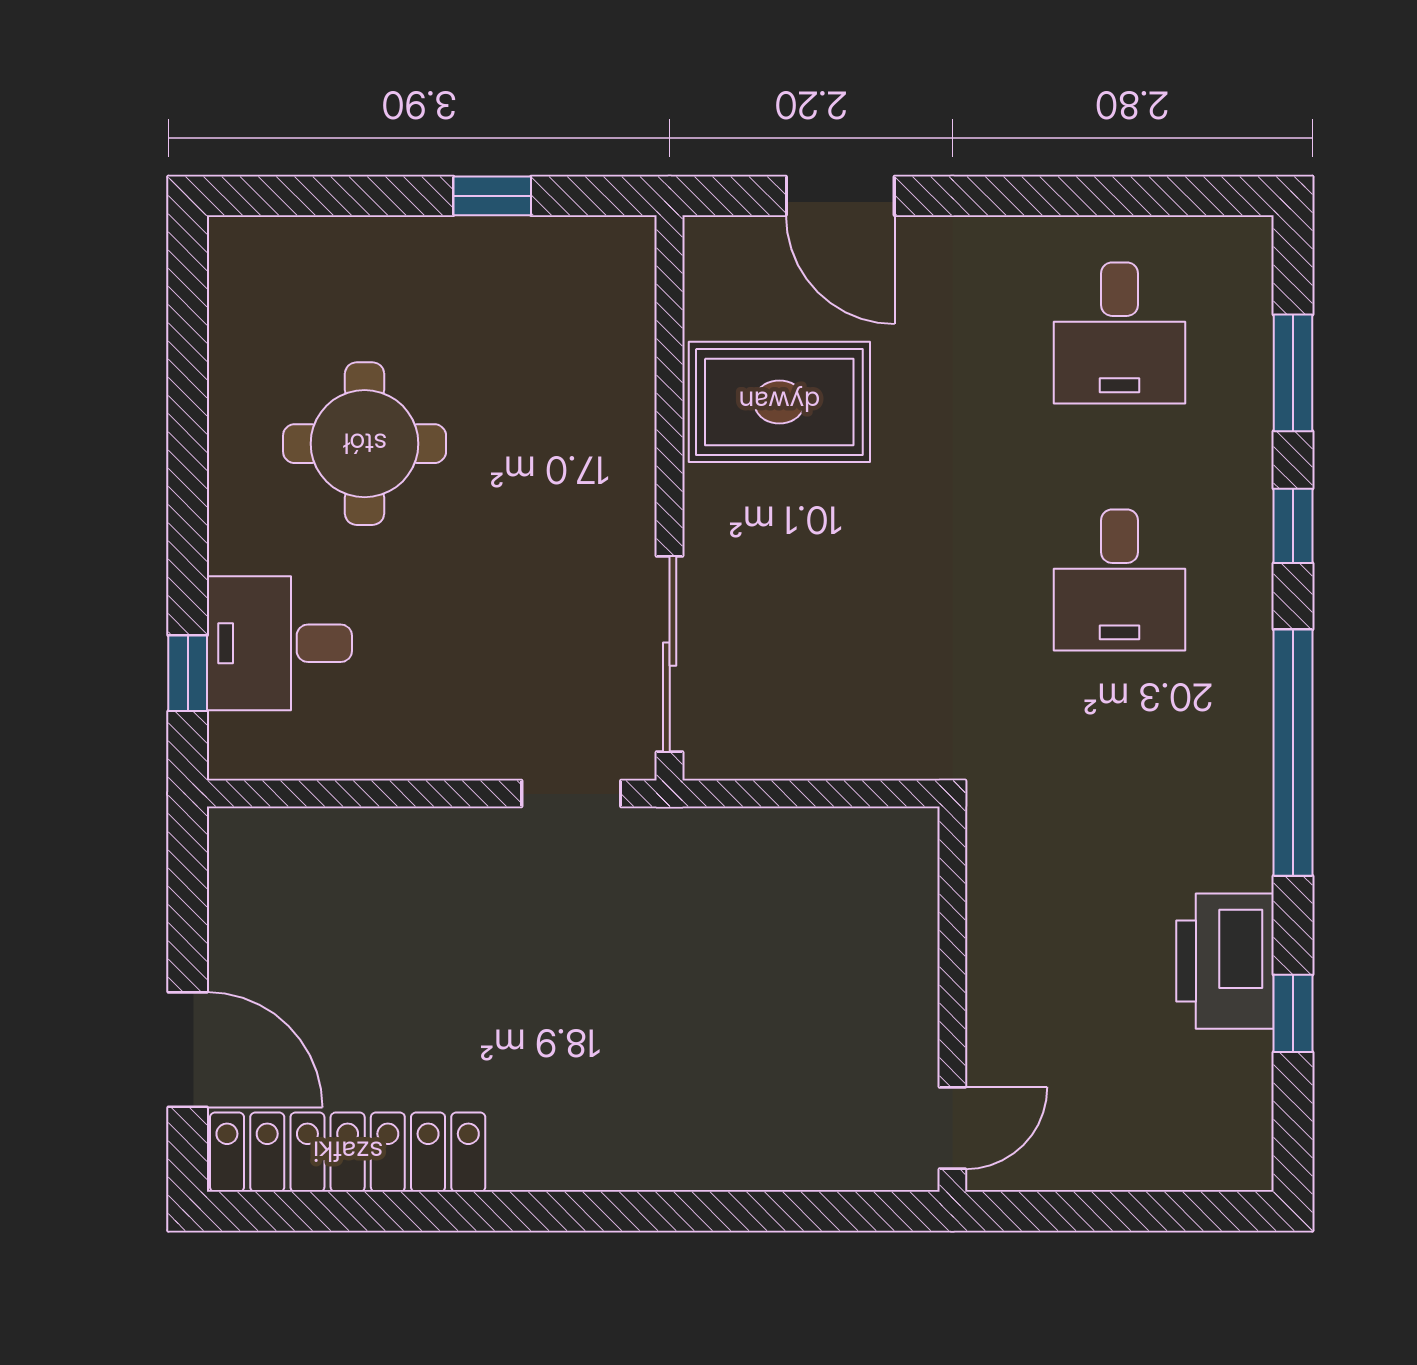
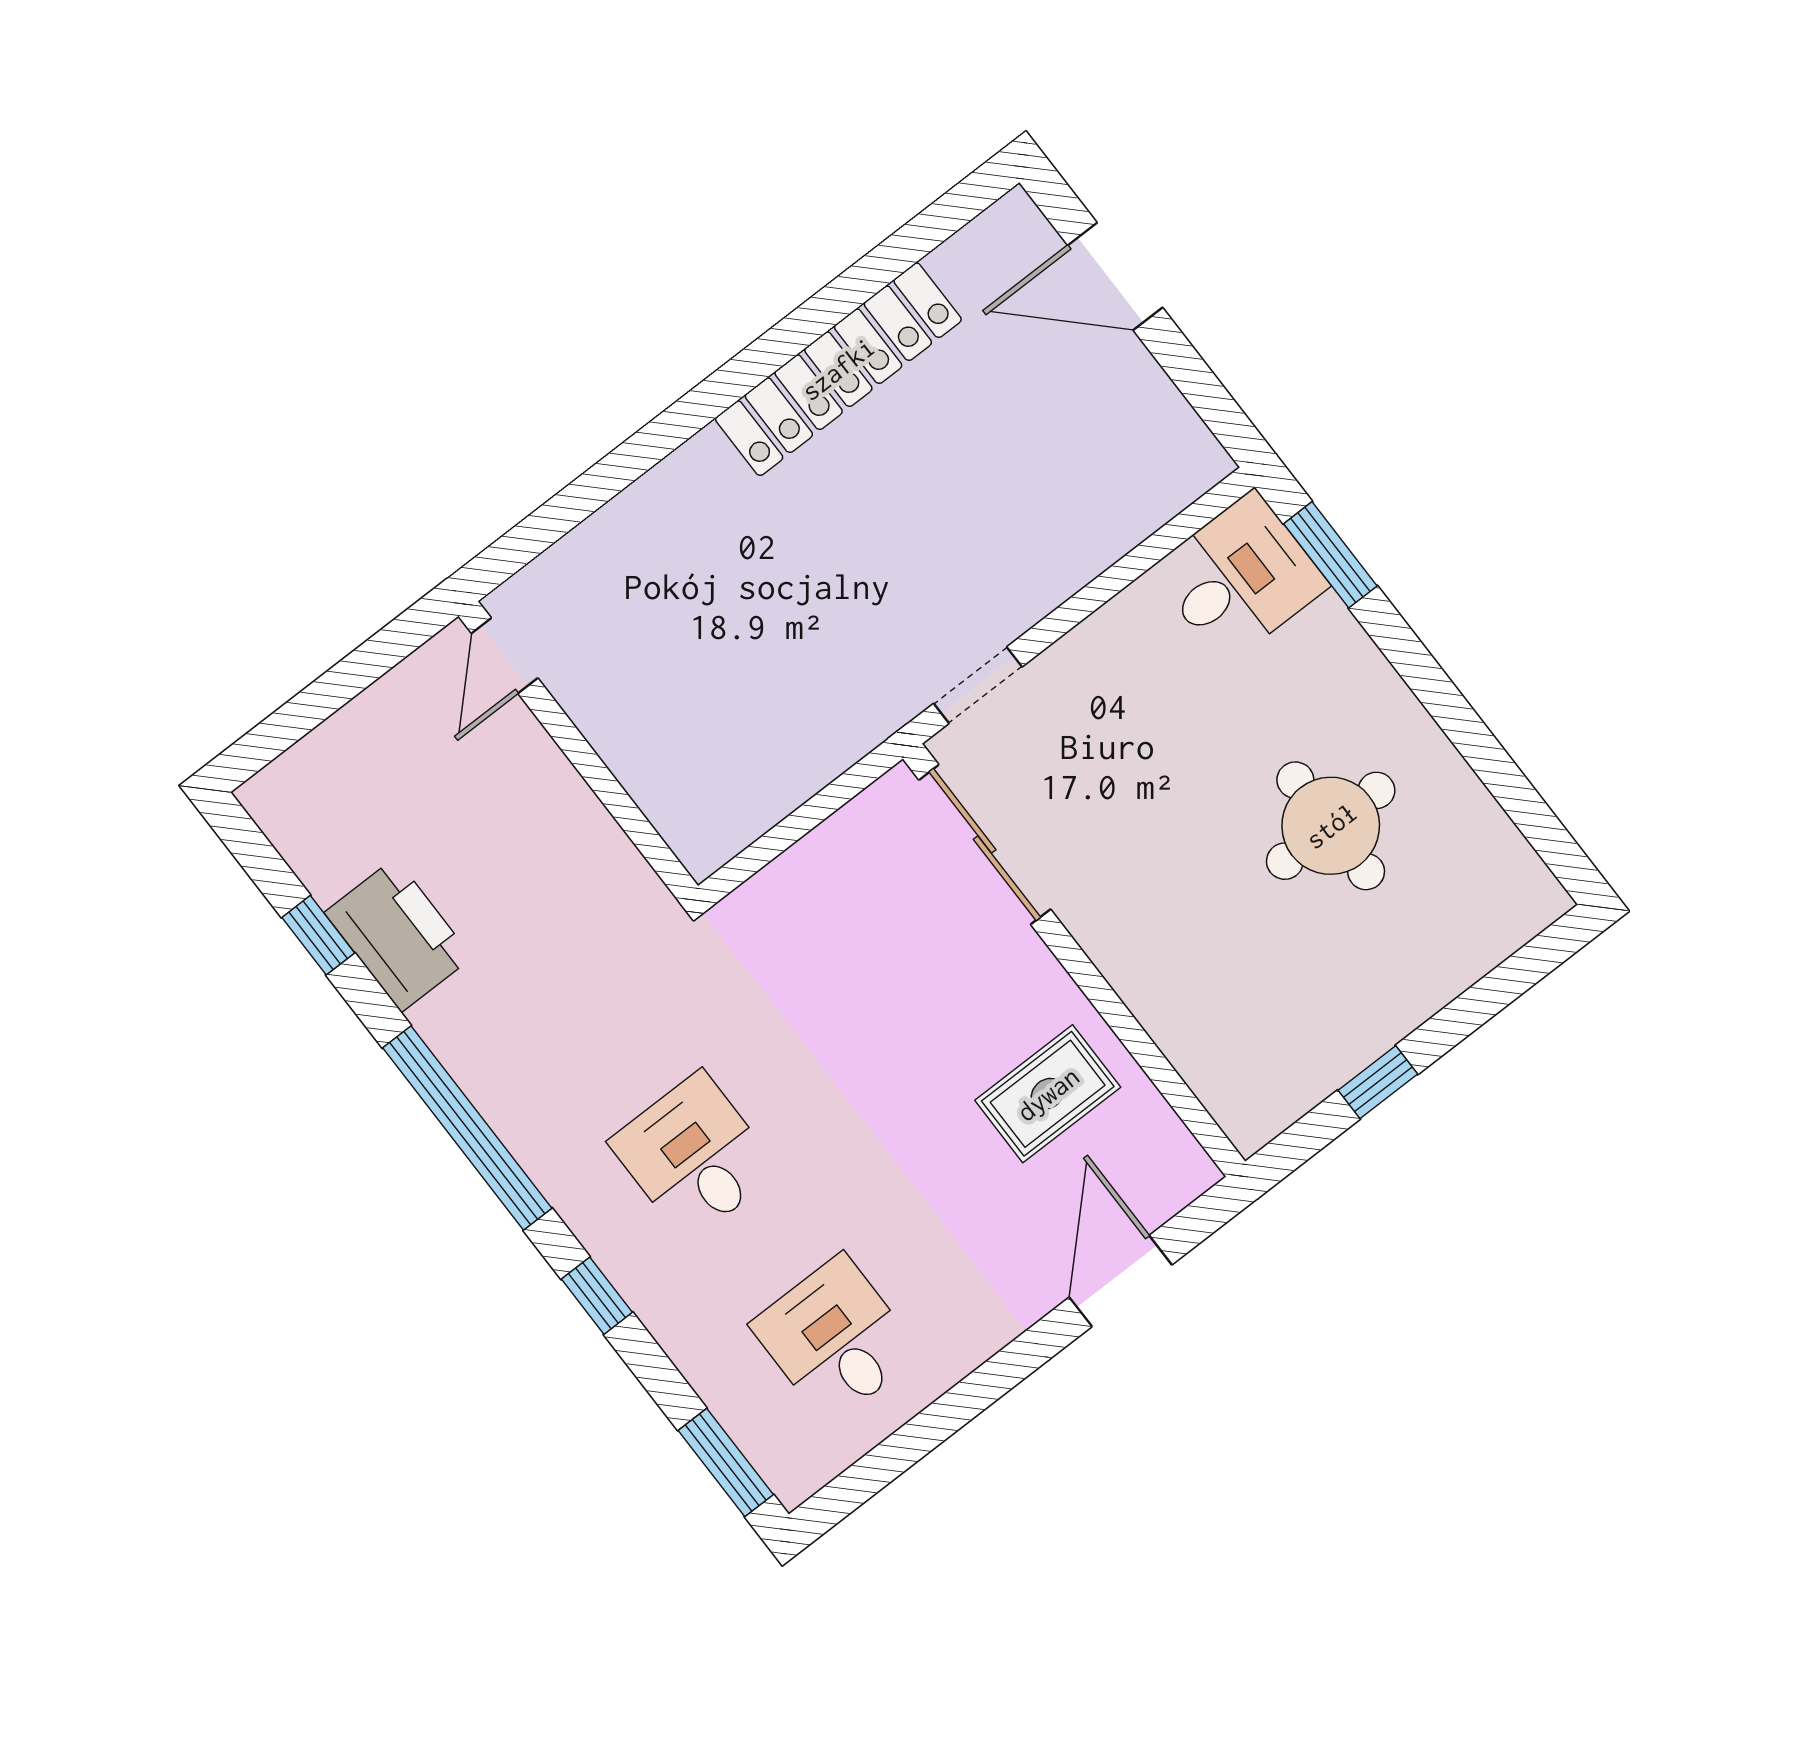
door: (840, 196) -> (1121, 1281), hinge flipped
window: (1293, 373) -> (726, 1462), moved
rug: (779, 402) -> (1048, 1094), width x0.73, depth x0.70
desk: (279, 643) -> (1239, 578), moved
window: (188, 673) -> (1330, 555), width x1.50
locker: (348, 1152) -> (838, 369), moved

